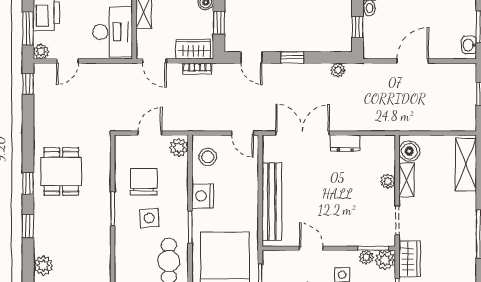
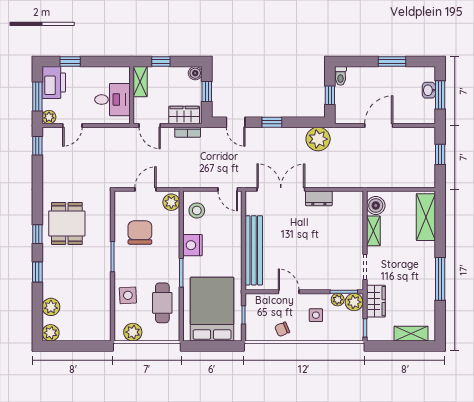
desk: (113, 32) -> (112, 100), width x0.73
washbasin: (469, 45) -> (429, 90), moved
plant: (338, 70) -> (318, 139), width x1.88, depth x1.88
plant: (388, 181) -> (357, 232), removed
side table: (149, 218) -> (128, 295), moved

